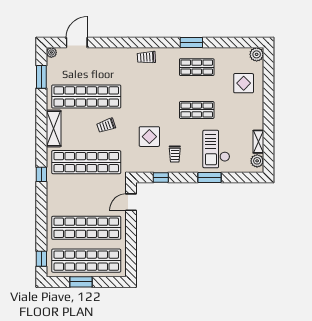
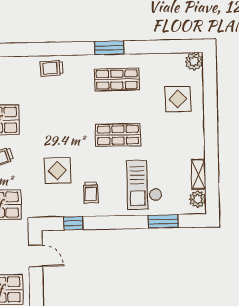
window: (210, 177) -> (163, 221), moved
door: (131, 202) -> (36, 256), swing flipped

